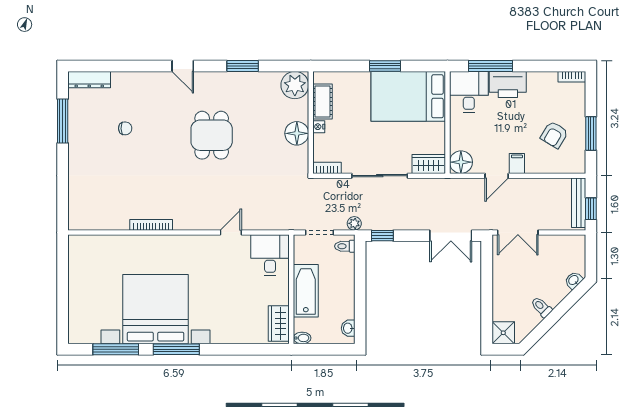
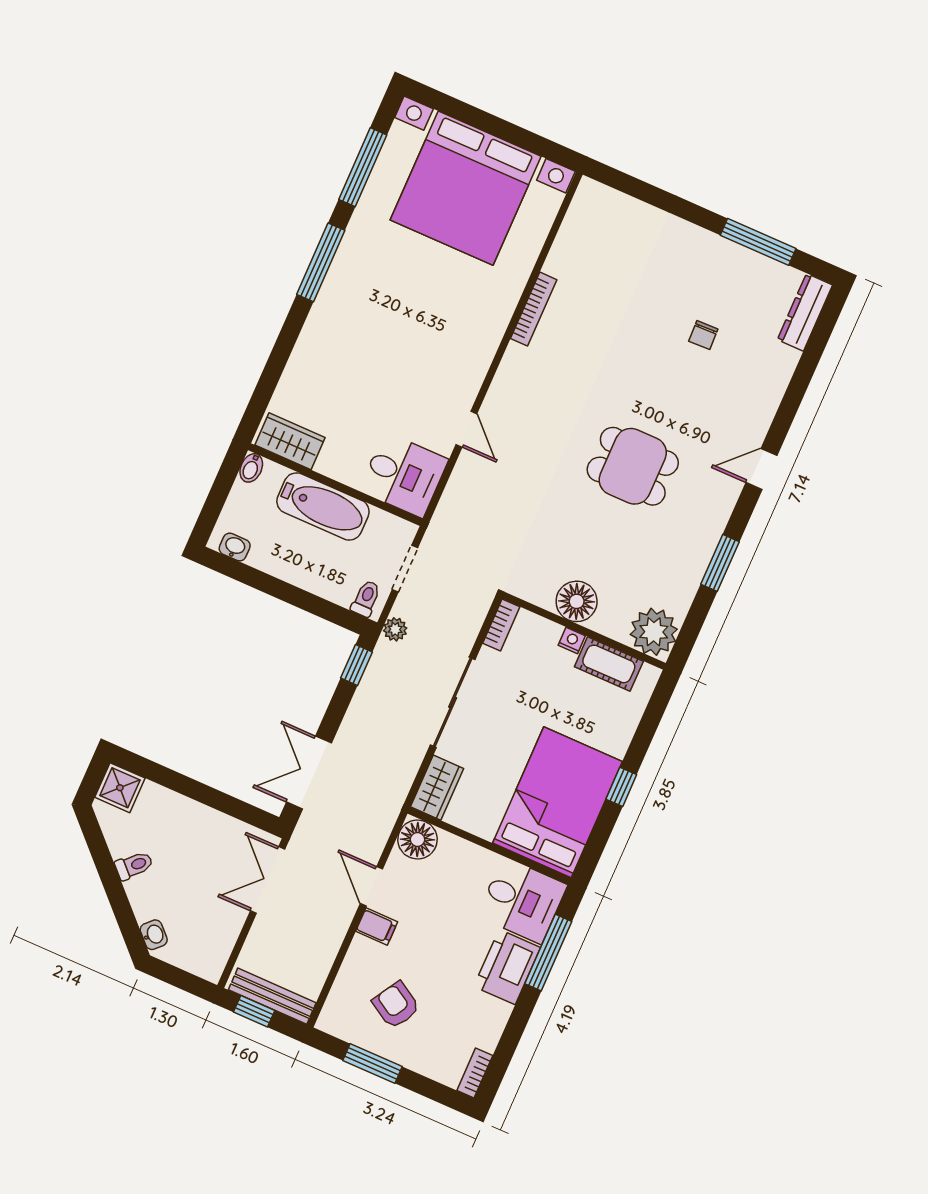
window: (385, 66) -> (621, 787), width x0.67
bed with nightstands: (156, 309) -> (466, 188), moved, turned 90

